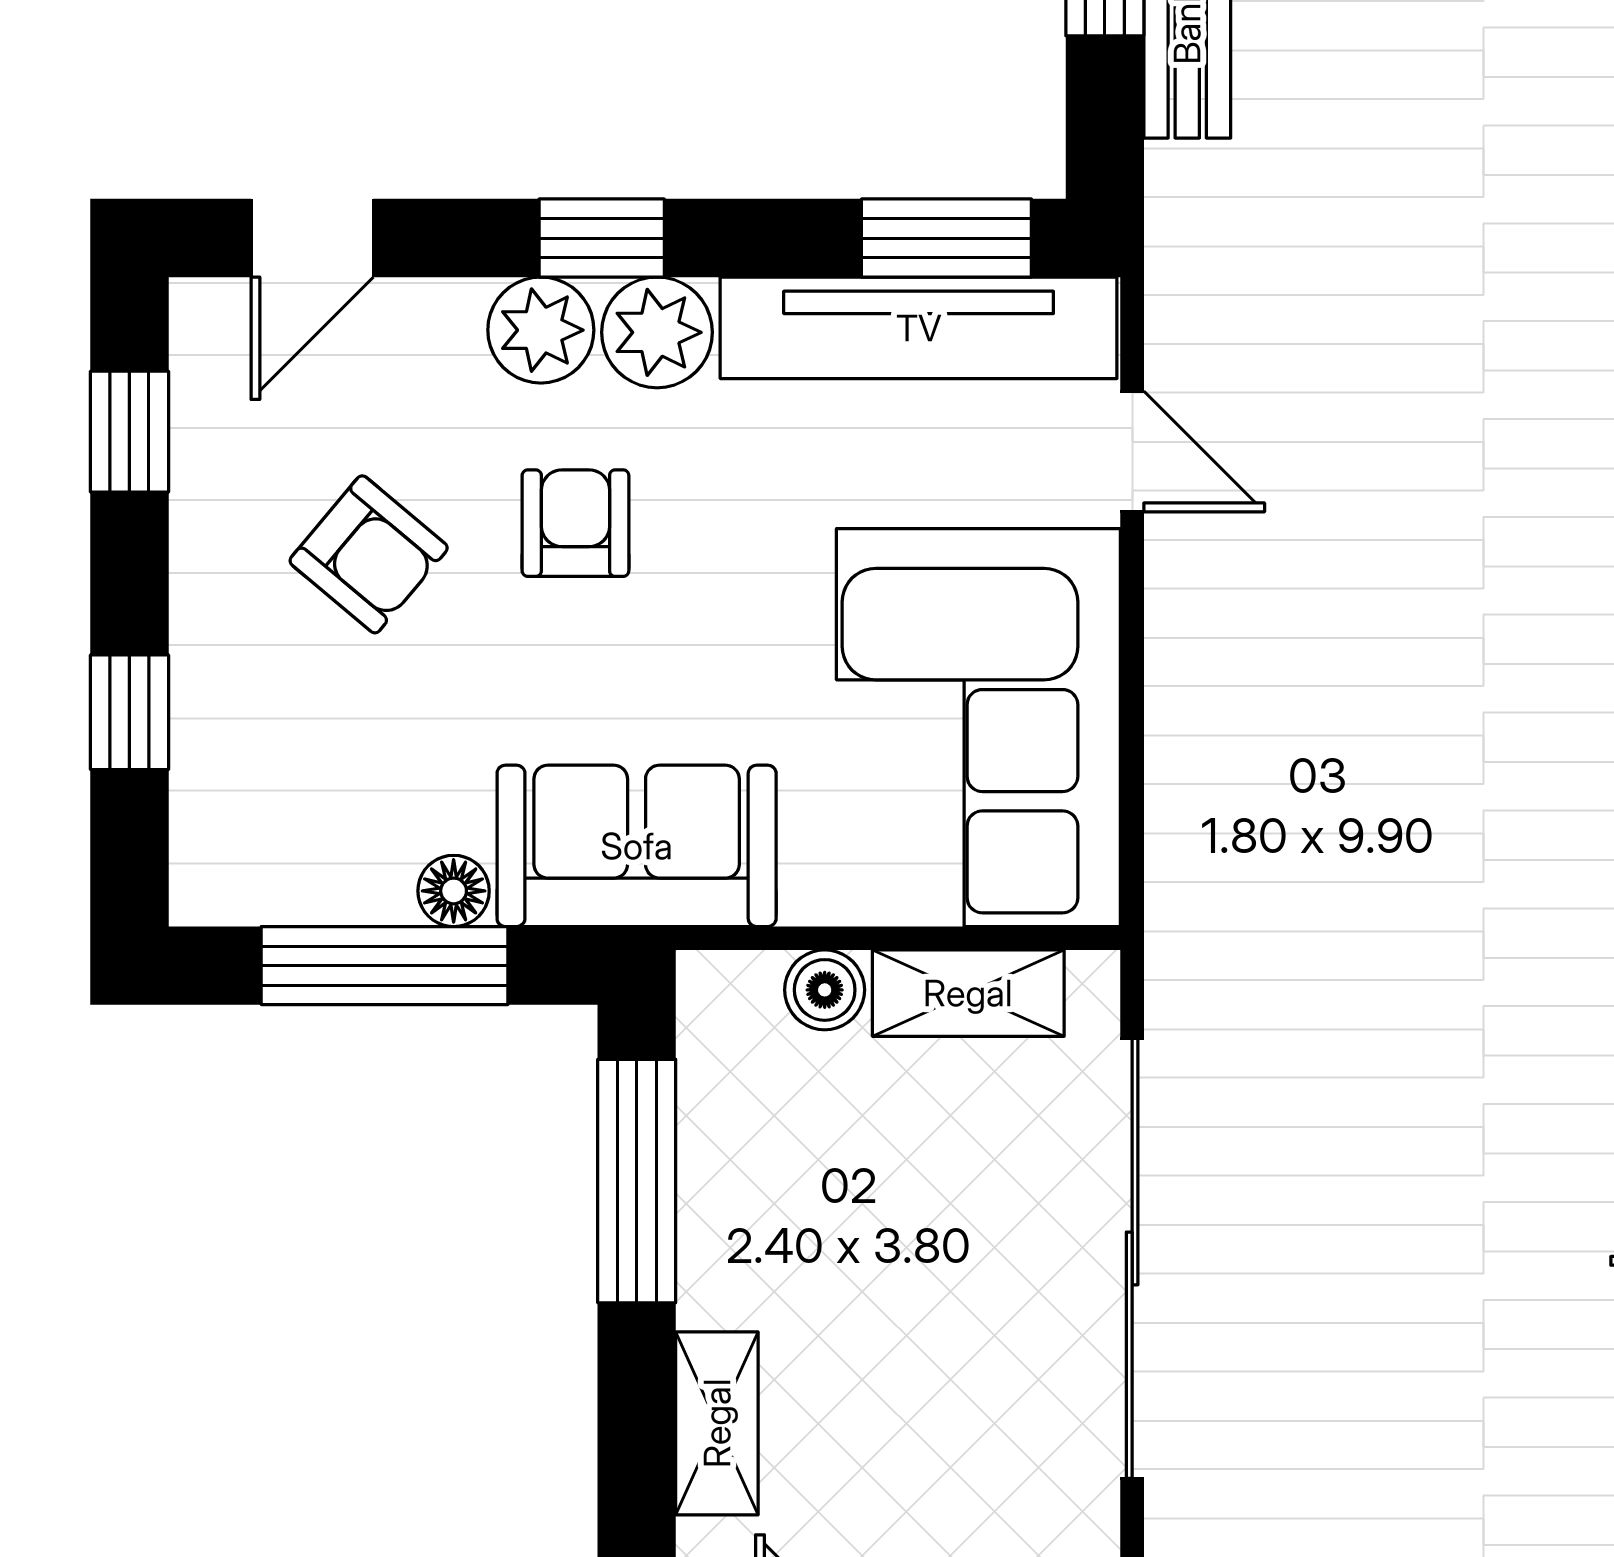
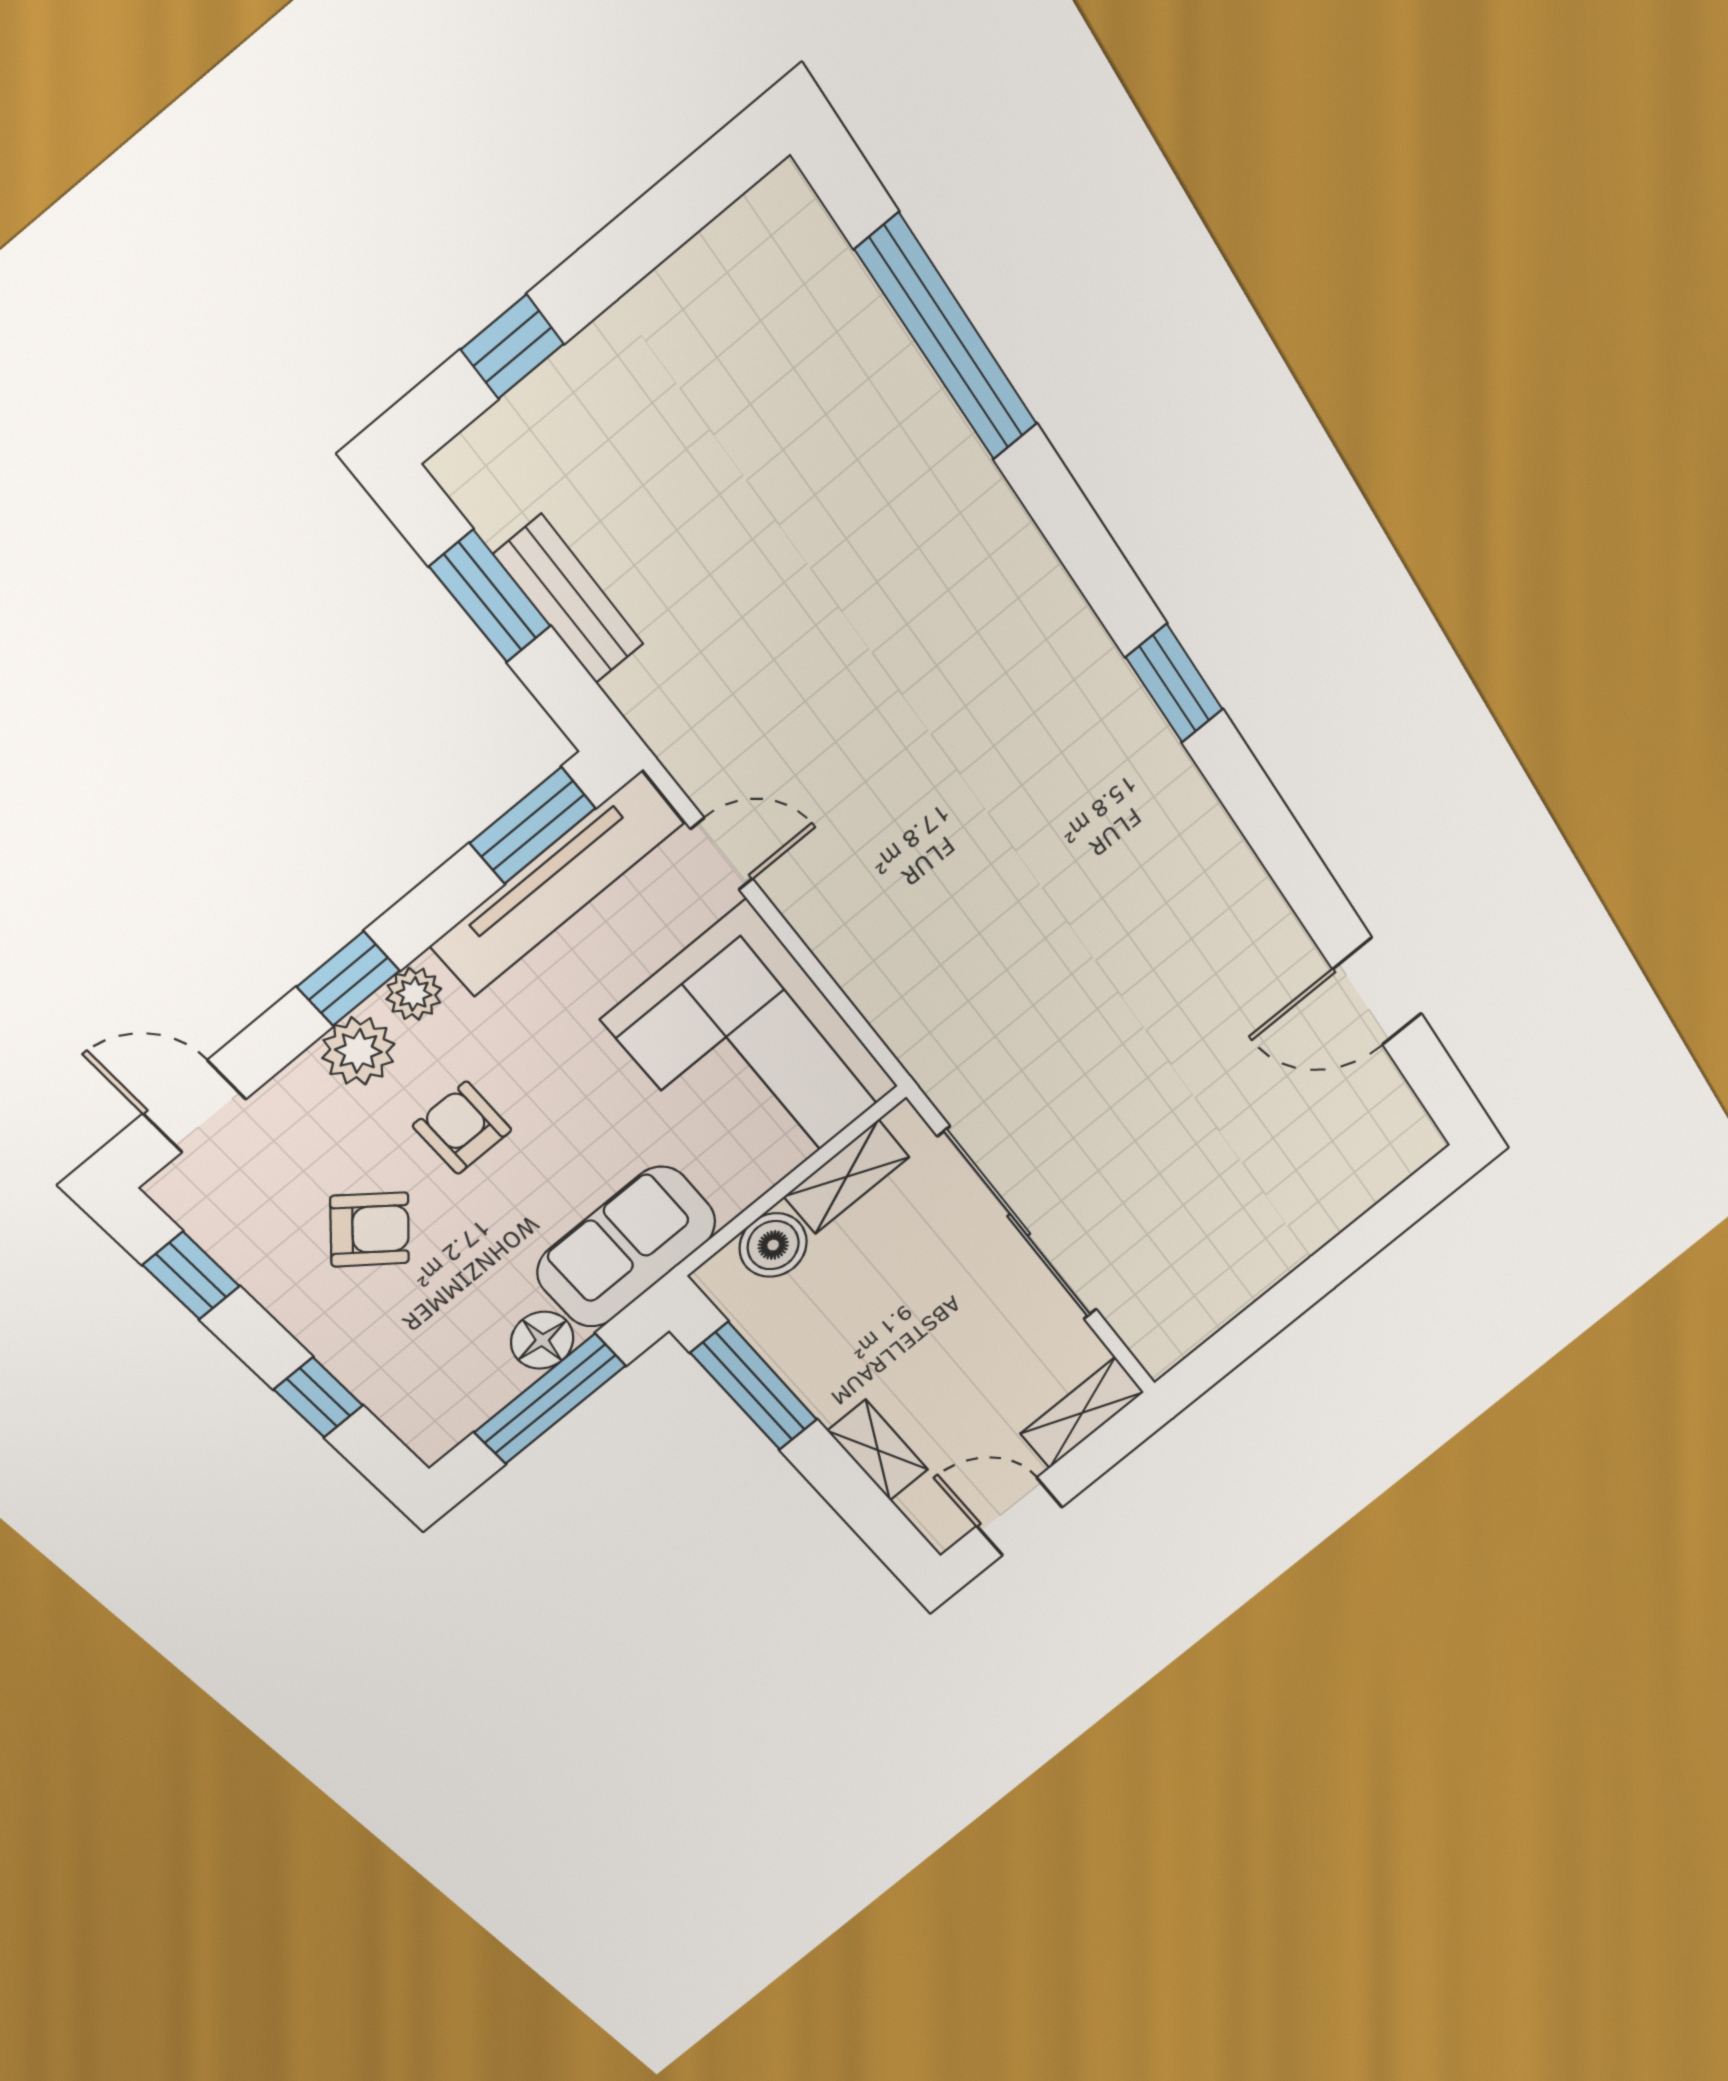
door: (312, 238) -> (195, 1106), swing flipped
plant: (657, 332) -> (414, 994), width x0.73, depth x0.73
floor lamp: (454, 891) -> (542, 1340), width x1.37, depth x1.37
boiler: (825, 990) -> (773, 1245), width x1.36, depth x1.36

